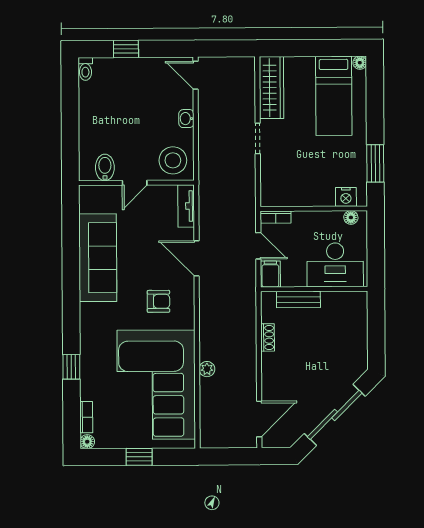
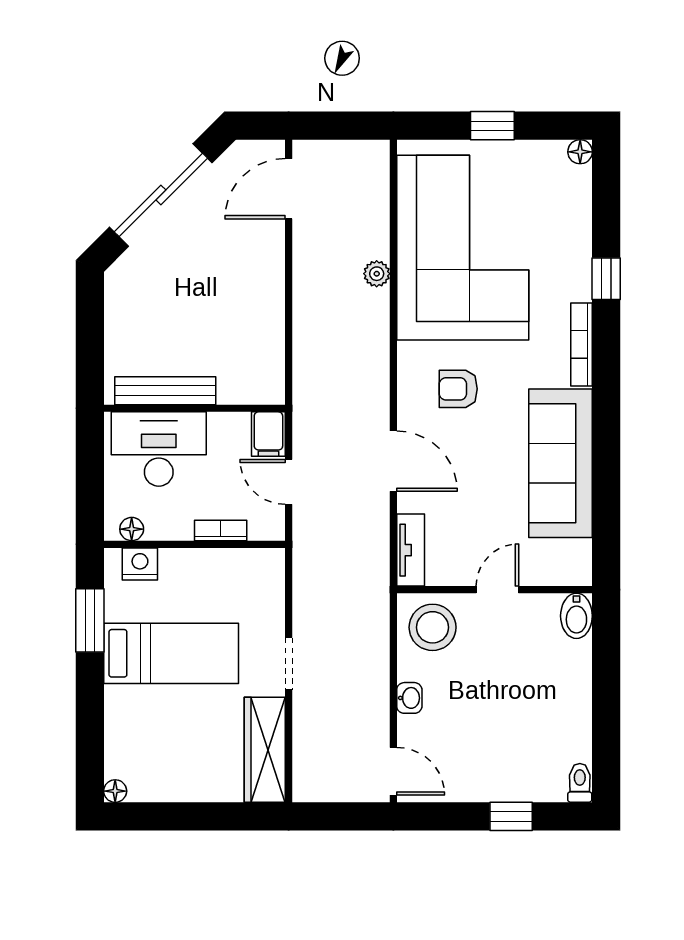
bed: (334, 96) -> (171, 653), moved, turned 90
bidet: (105, 167) -> (576, 616), moved
bookcase: (276, 217) -> (221, 530), moved
bench: (298, 300) -> (165, 391), moved, width x1.36
shoe rack: (268, 337) -> (274, 327), removed
bookcase: (86, 417) -> (582, 344), moved, width x1.56

